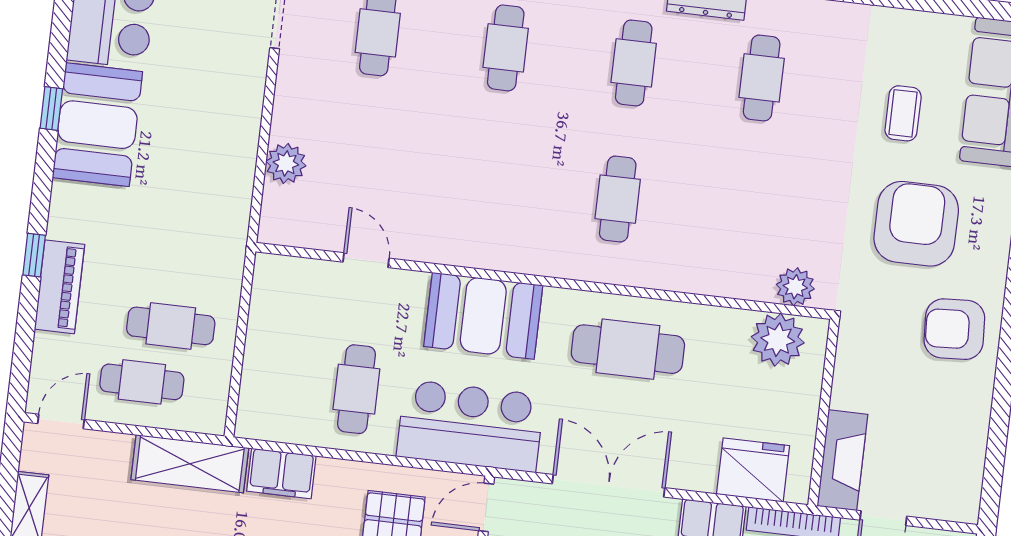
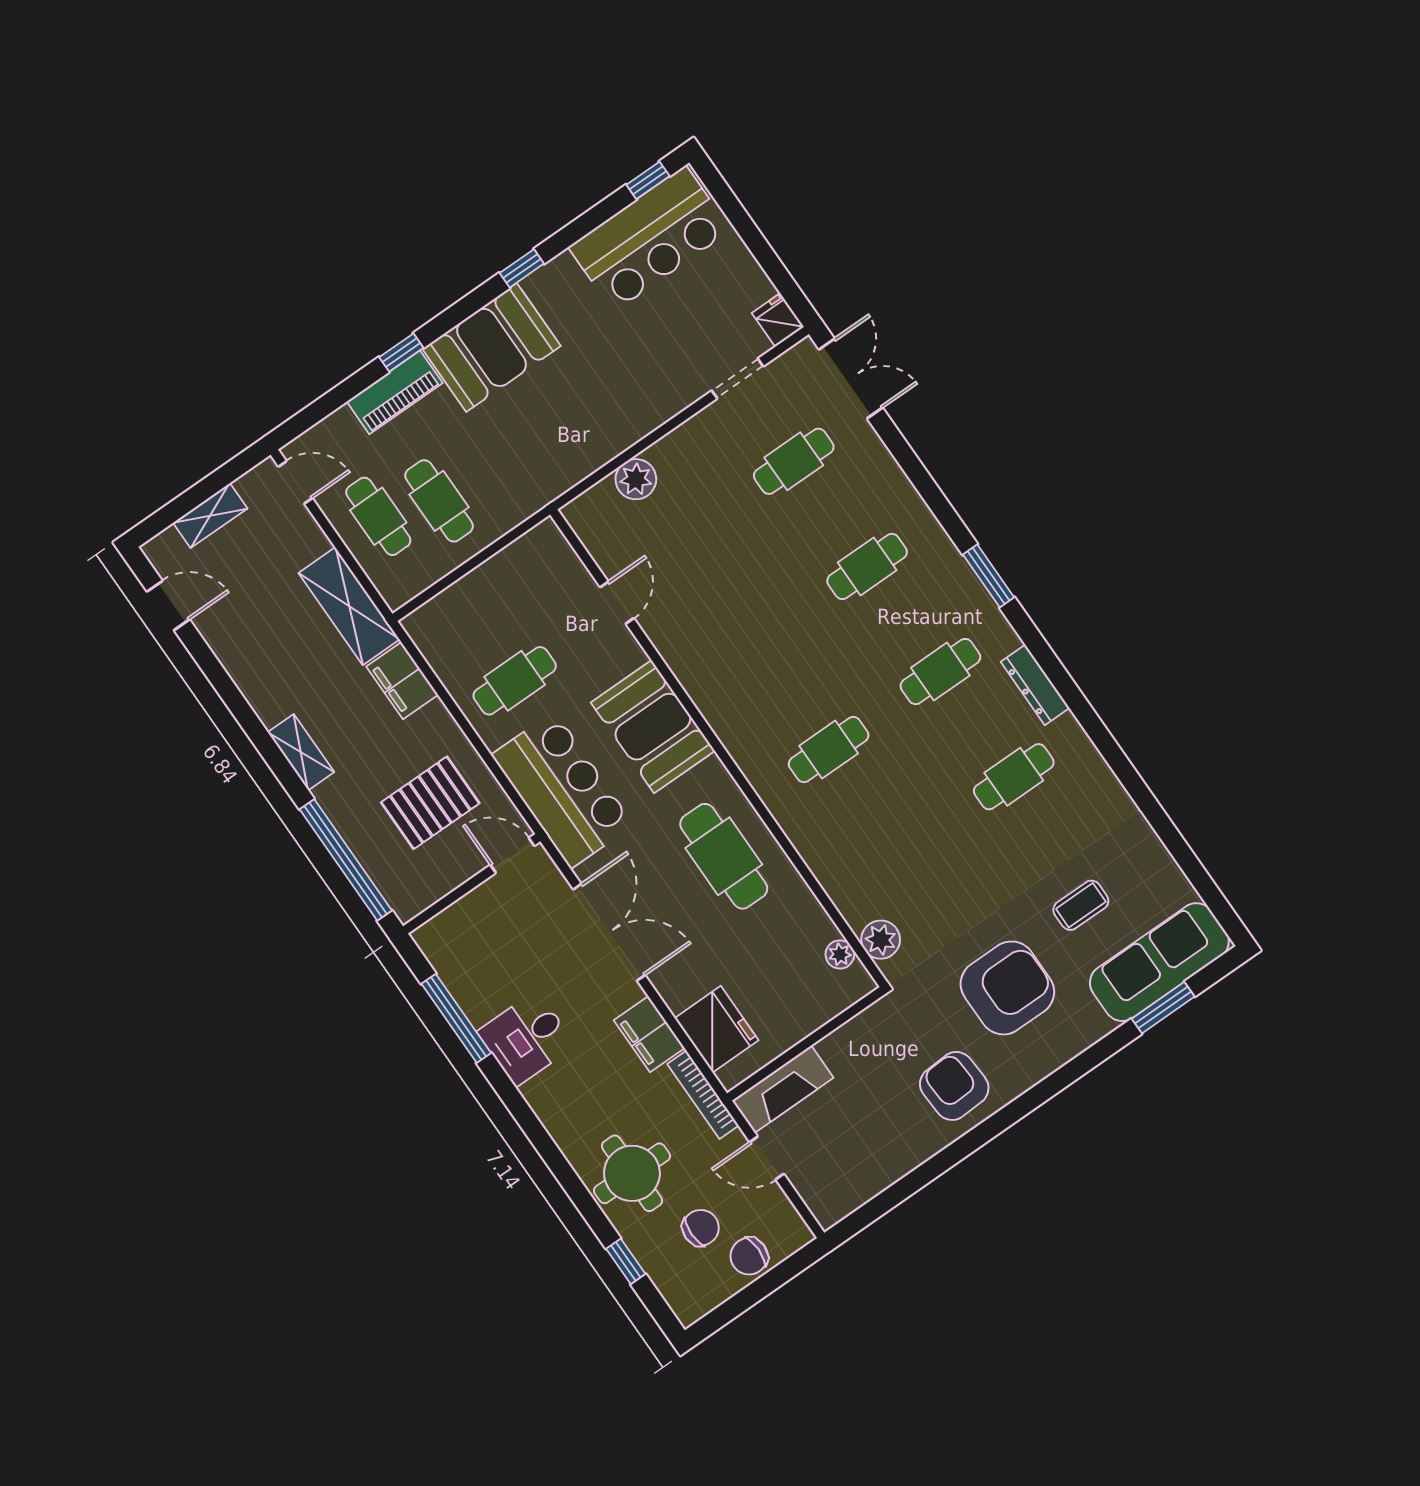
booth: (97, 125) -> (492, 347), moved
plant: (778, 340) -> (840, 954), width x0.53, depth x0.53

